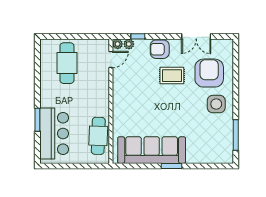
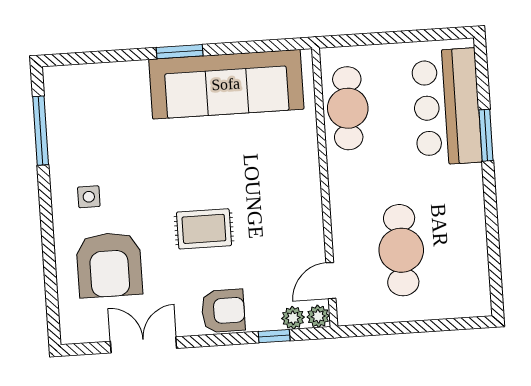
cafe table: (67, 63) -> (401, 250), moved
rug: (172, 76) -> (204, 229), moved
side table: (216, 104) -> (89, 197), width x0.54, depth x0.54

